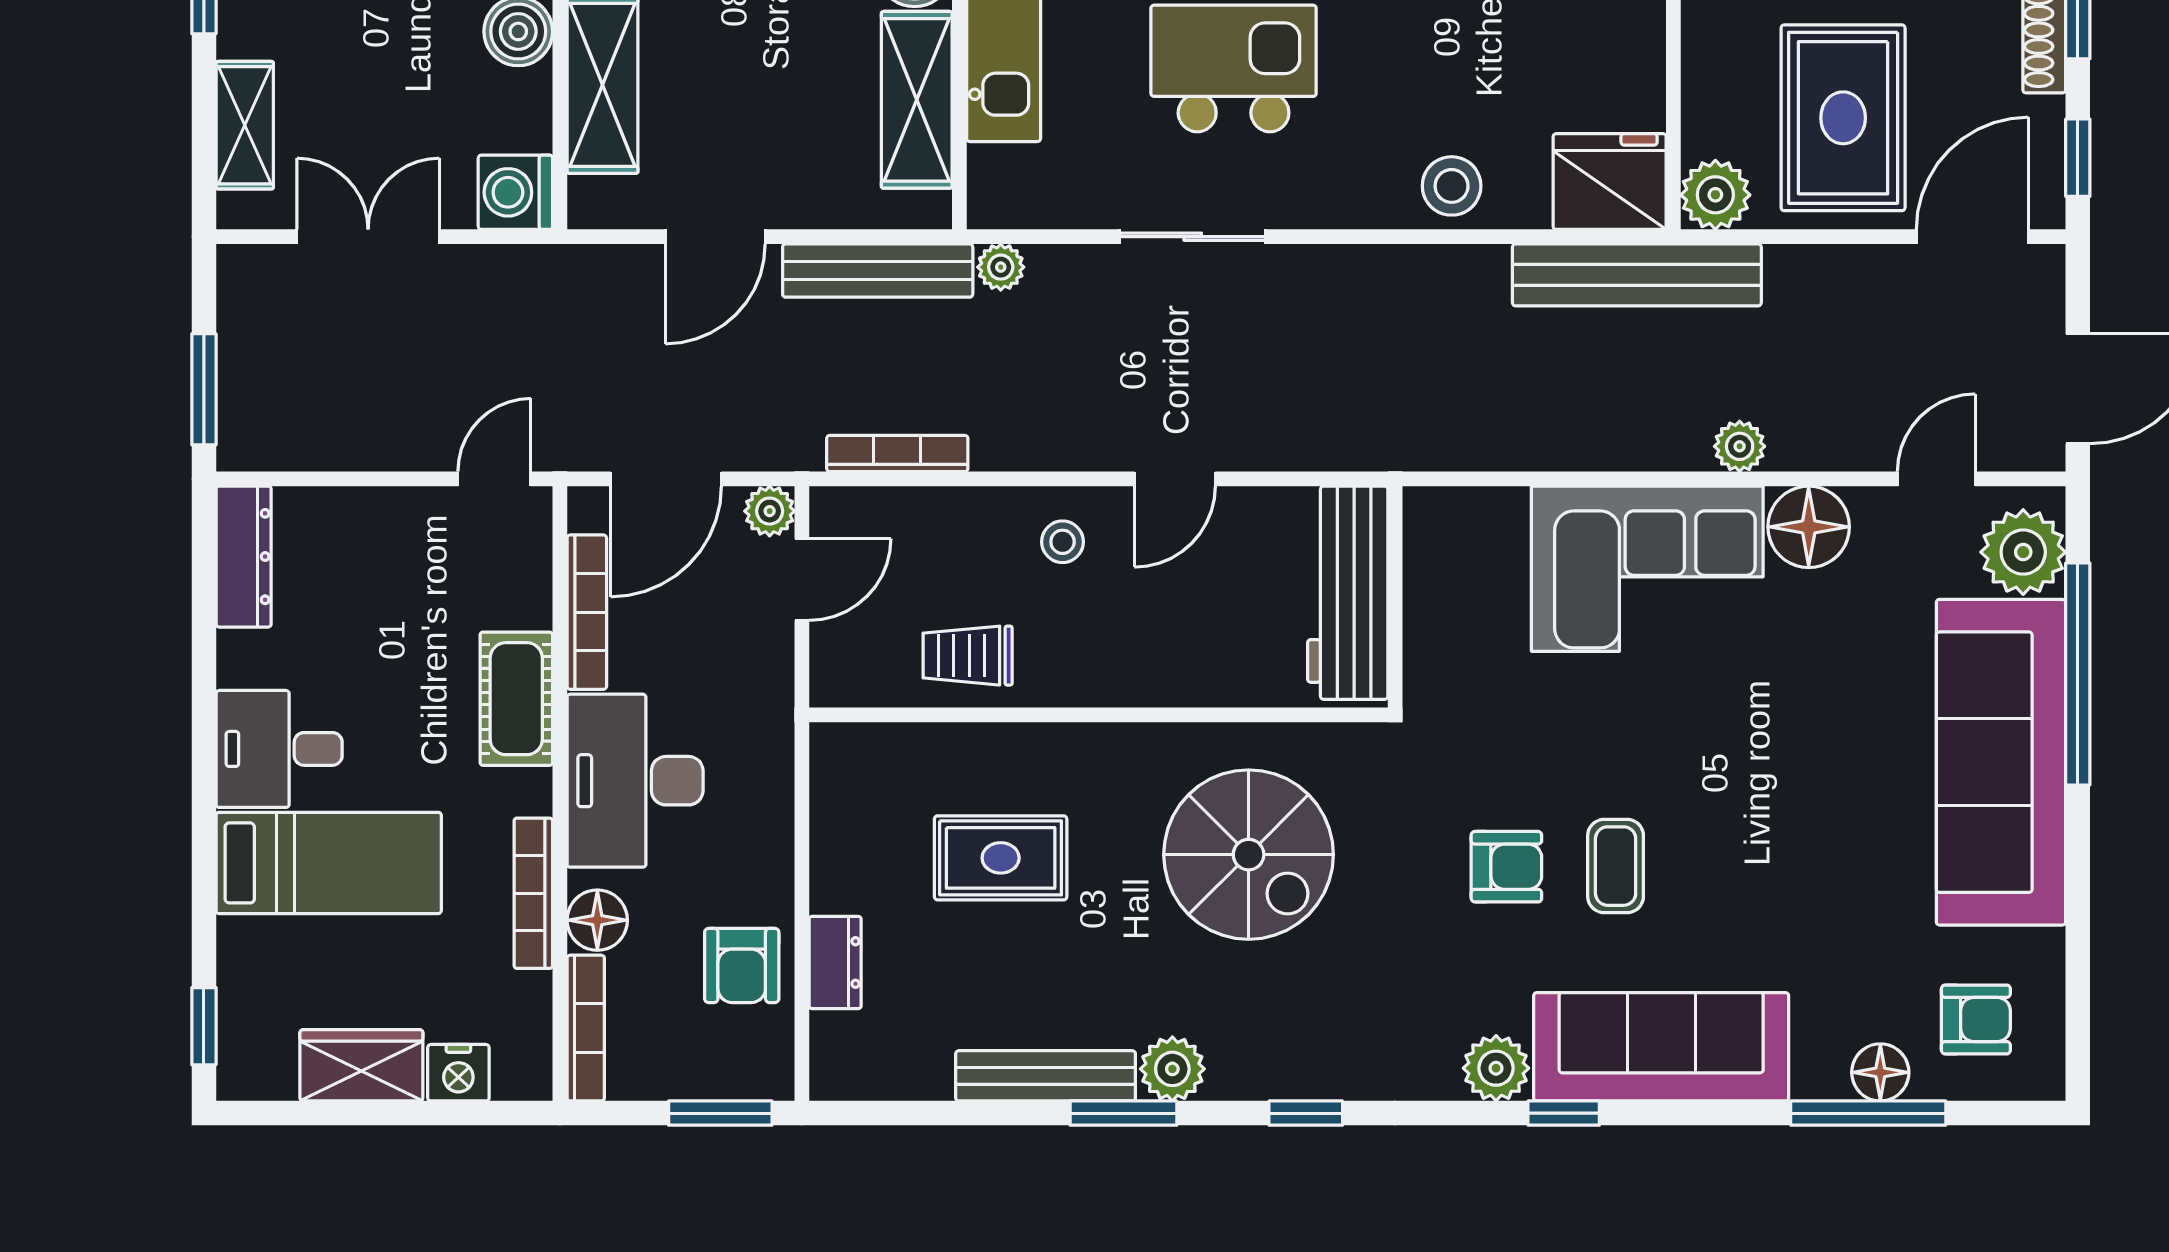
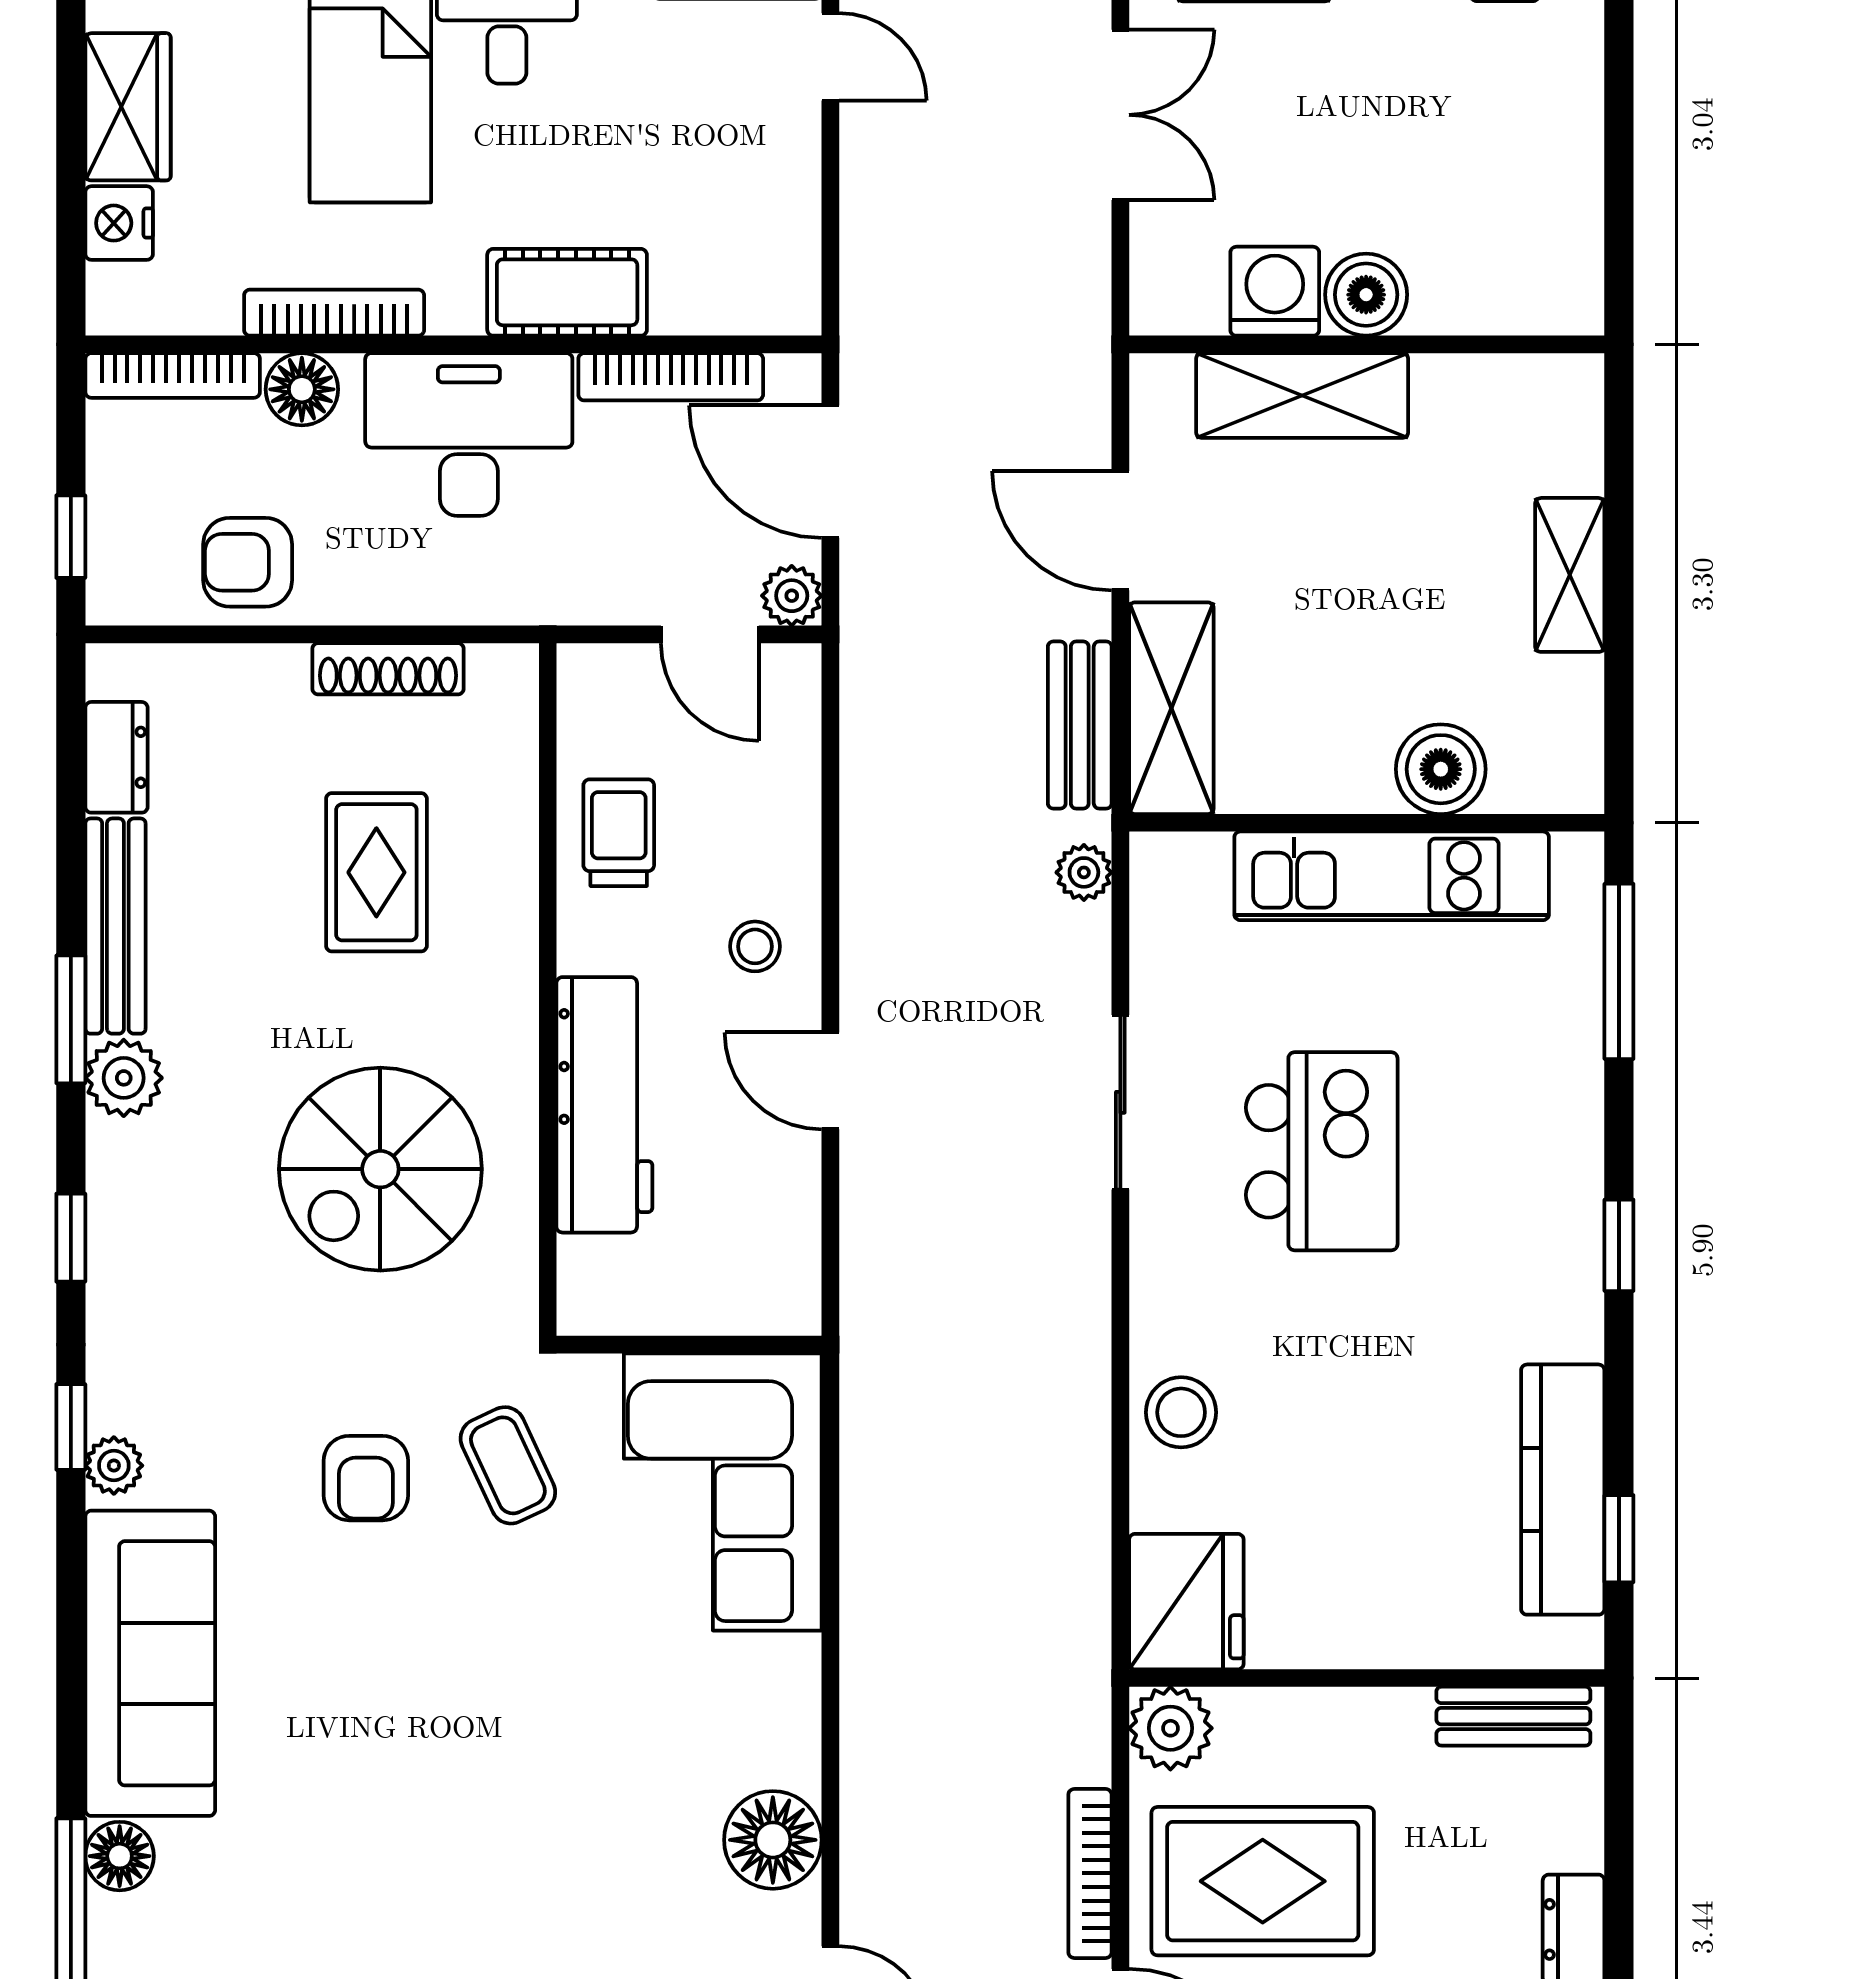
shelving: (917, 100) -> (1171, 708), moved, turned 90
washing machine: (515, 192) -> (1275, 291), moved
bench: (878, 271) -> (1080, 725), width x0.73
bench: (1637, 275) -> (1075, 1634), removed
plant: (1740, 446) -> (869, 1757), removed
bookcase: (897, 453) -> (1090, 1873), moved, turned 180
door: (494, 479) -> (830, 57), moved
corner sofa: (1647, 569) -> (723, 1492), moved
workbench: (1348, 593) -> (604, 1105), moved, turned 90
shoe rack: (831, 848) -> (388, 669), added
coffee table: (1616, 866) -> (508, 1465), moved, turned 65
dresser: (835, 962) -> (116, 757), moved, turned -90
plant: (1496, 1068) -> (114, 1466), width x0.73, depth x0.73
floor lamp: (1880, 1072) -> (120, 1856), moved
window: (720, 1113) -> (71, 537), width x0.67
window: (1564, 1113) -> (71, 1427), moved

